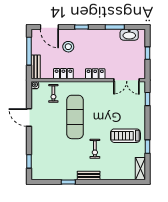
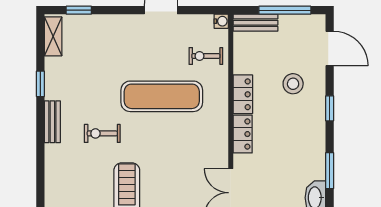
door: (49, 27) -> (330, 49), swing flipped
locker: (63, 74) -> (243, 94), moved
shelving: (43, 175) -> (53, 36), added

